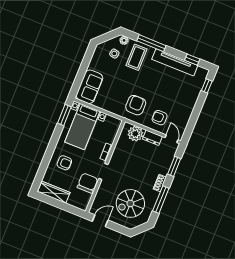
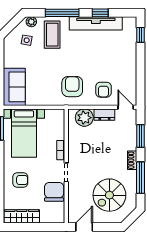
window: (192, 60) -> (100, 13), moved
armchair: (160, 118) -> (103, 90), turned -90

